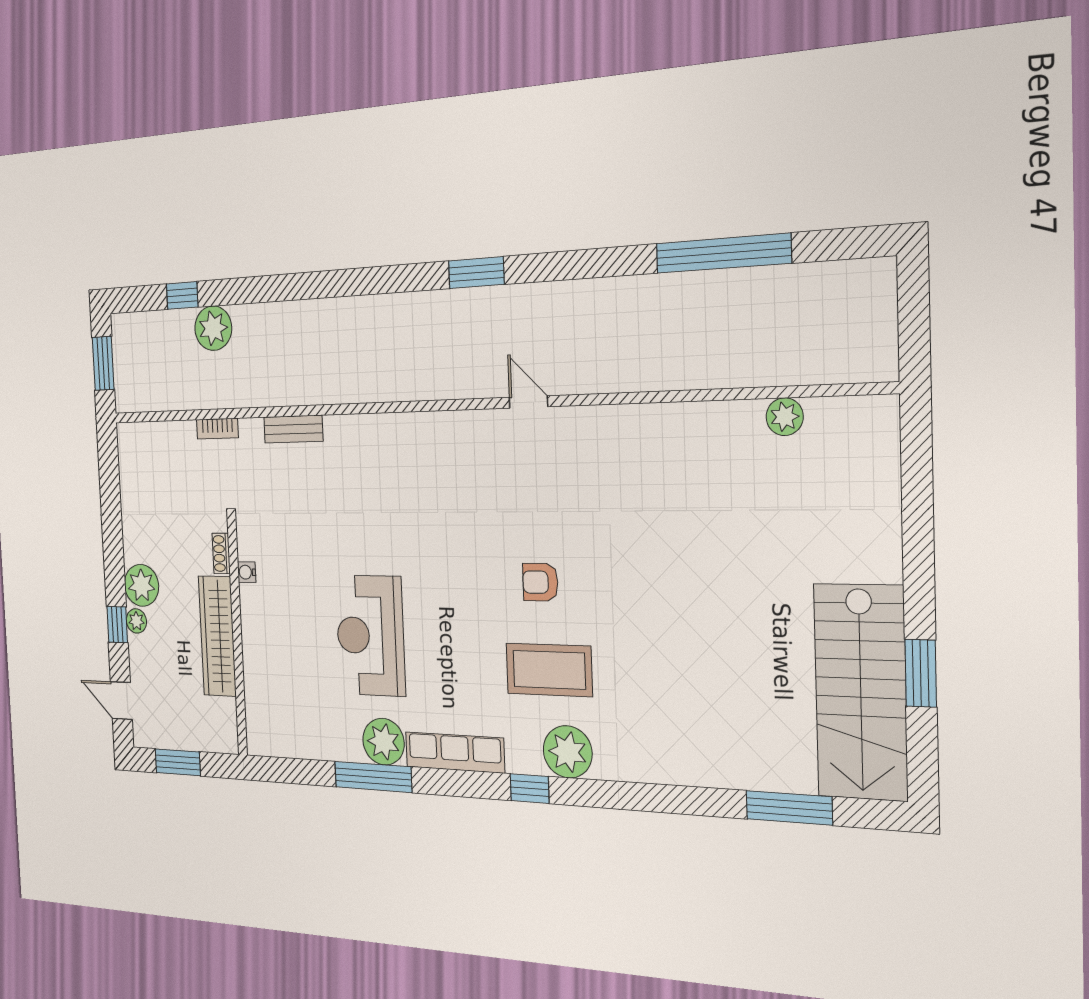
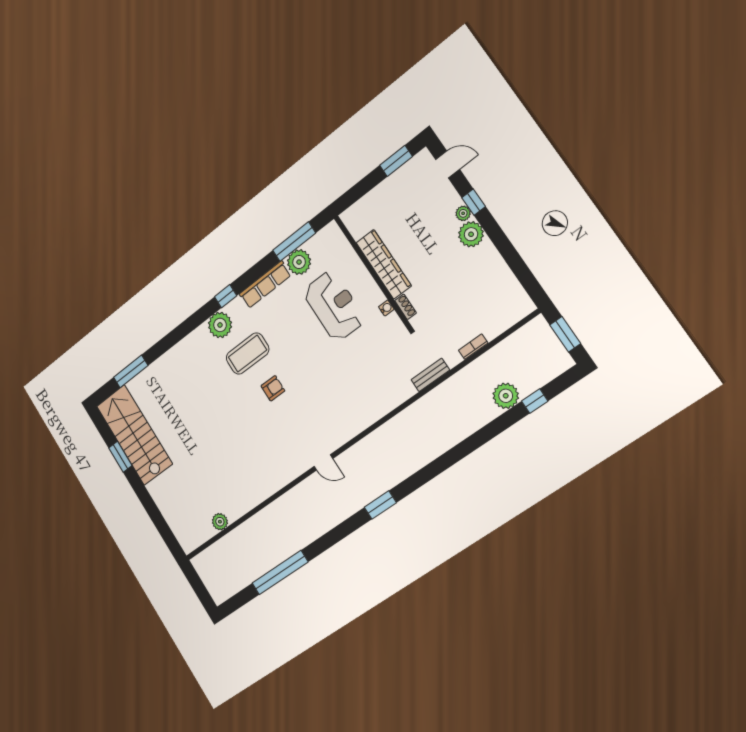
shoe rack: (221, 553) -> (406, 307), moved
water cooler: (247, 572) -> (386, 308), moved
wardrobe: (217, 636) -> (384, 264), moved
wall: (237, 637) -> (373, 272), moved

